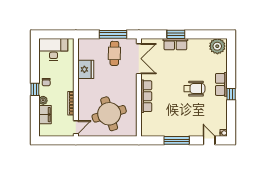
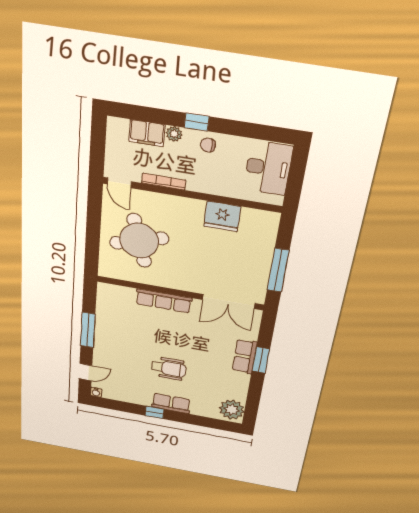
cafe table: (114, 53) -> (244, 267), removed
wheelchair: (194, 89) -> (169, 368), turned -90

